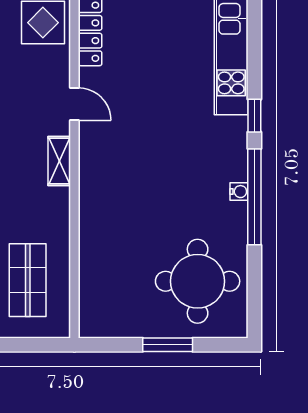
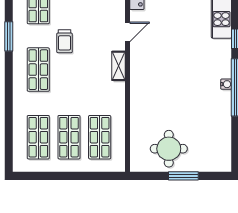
door: (74, 104) -> (128, 32), hinge flipped
round table: (198, 281) -> (169, 149), moved, width x0.73, depth x0.73

